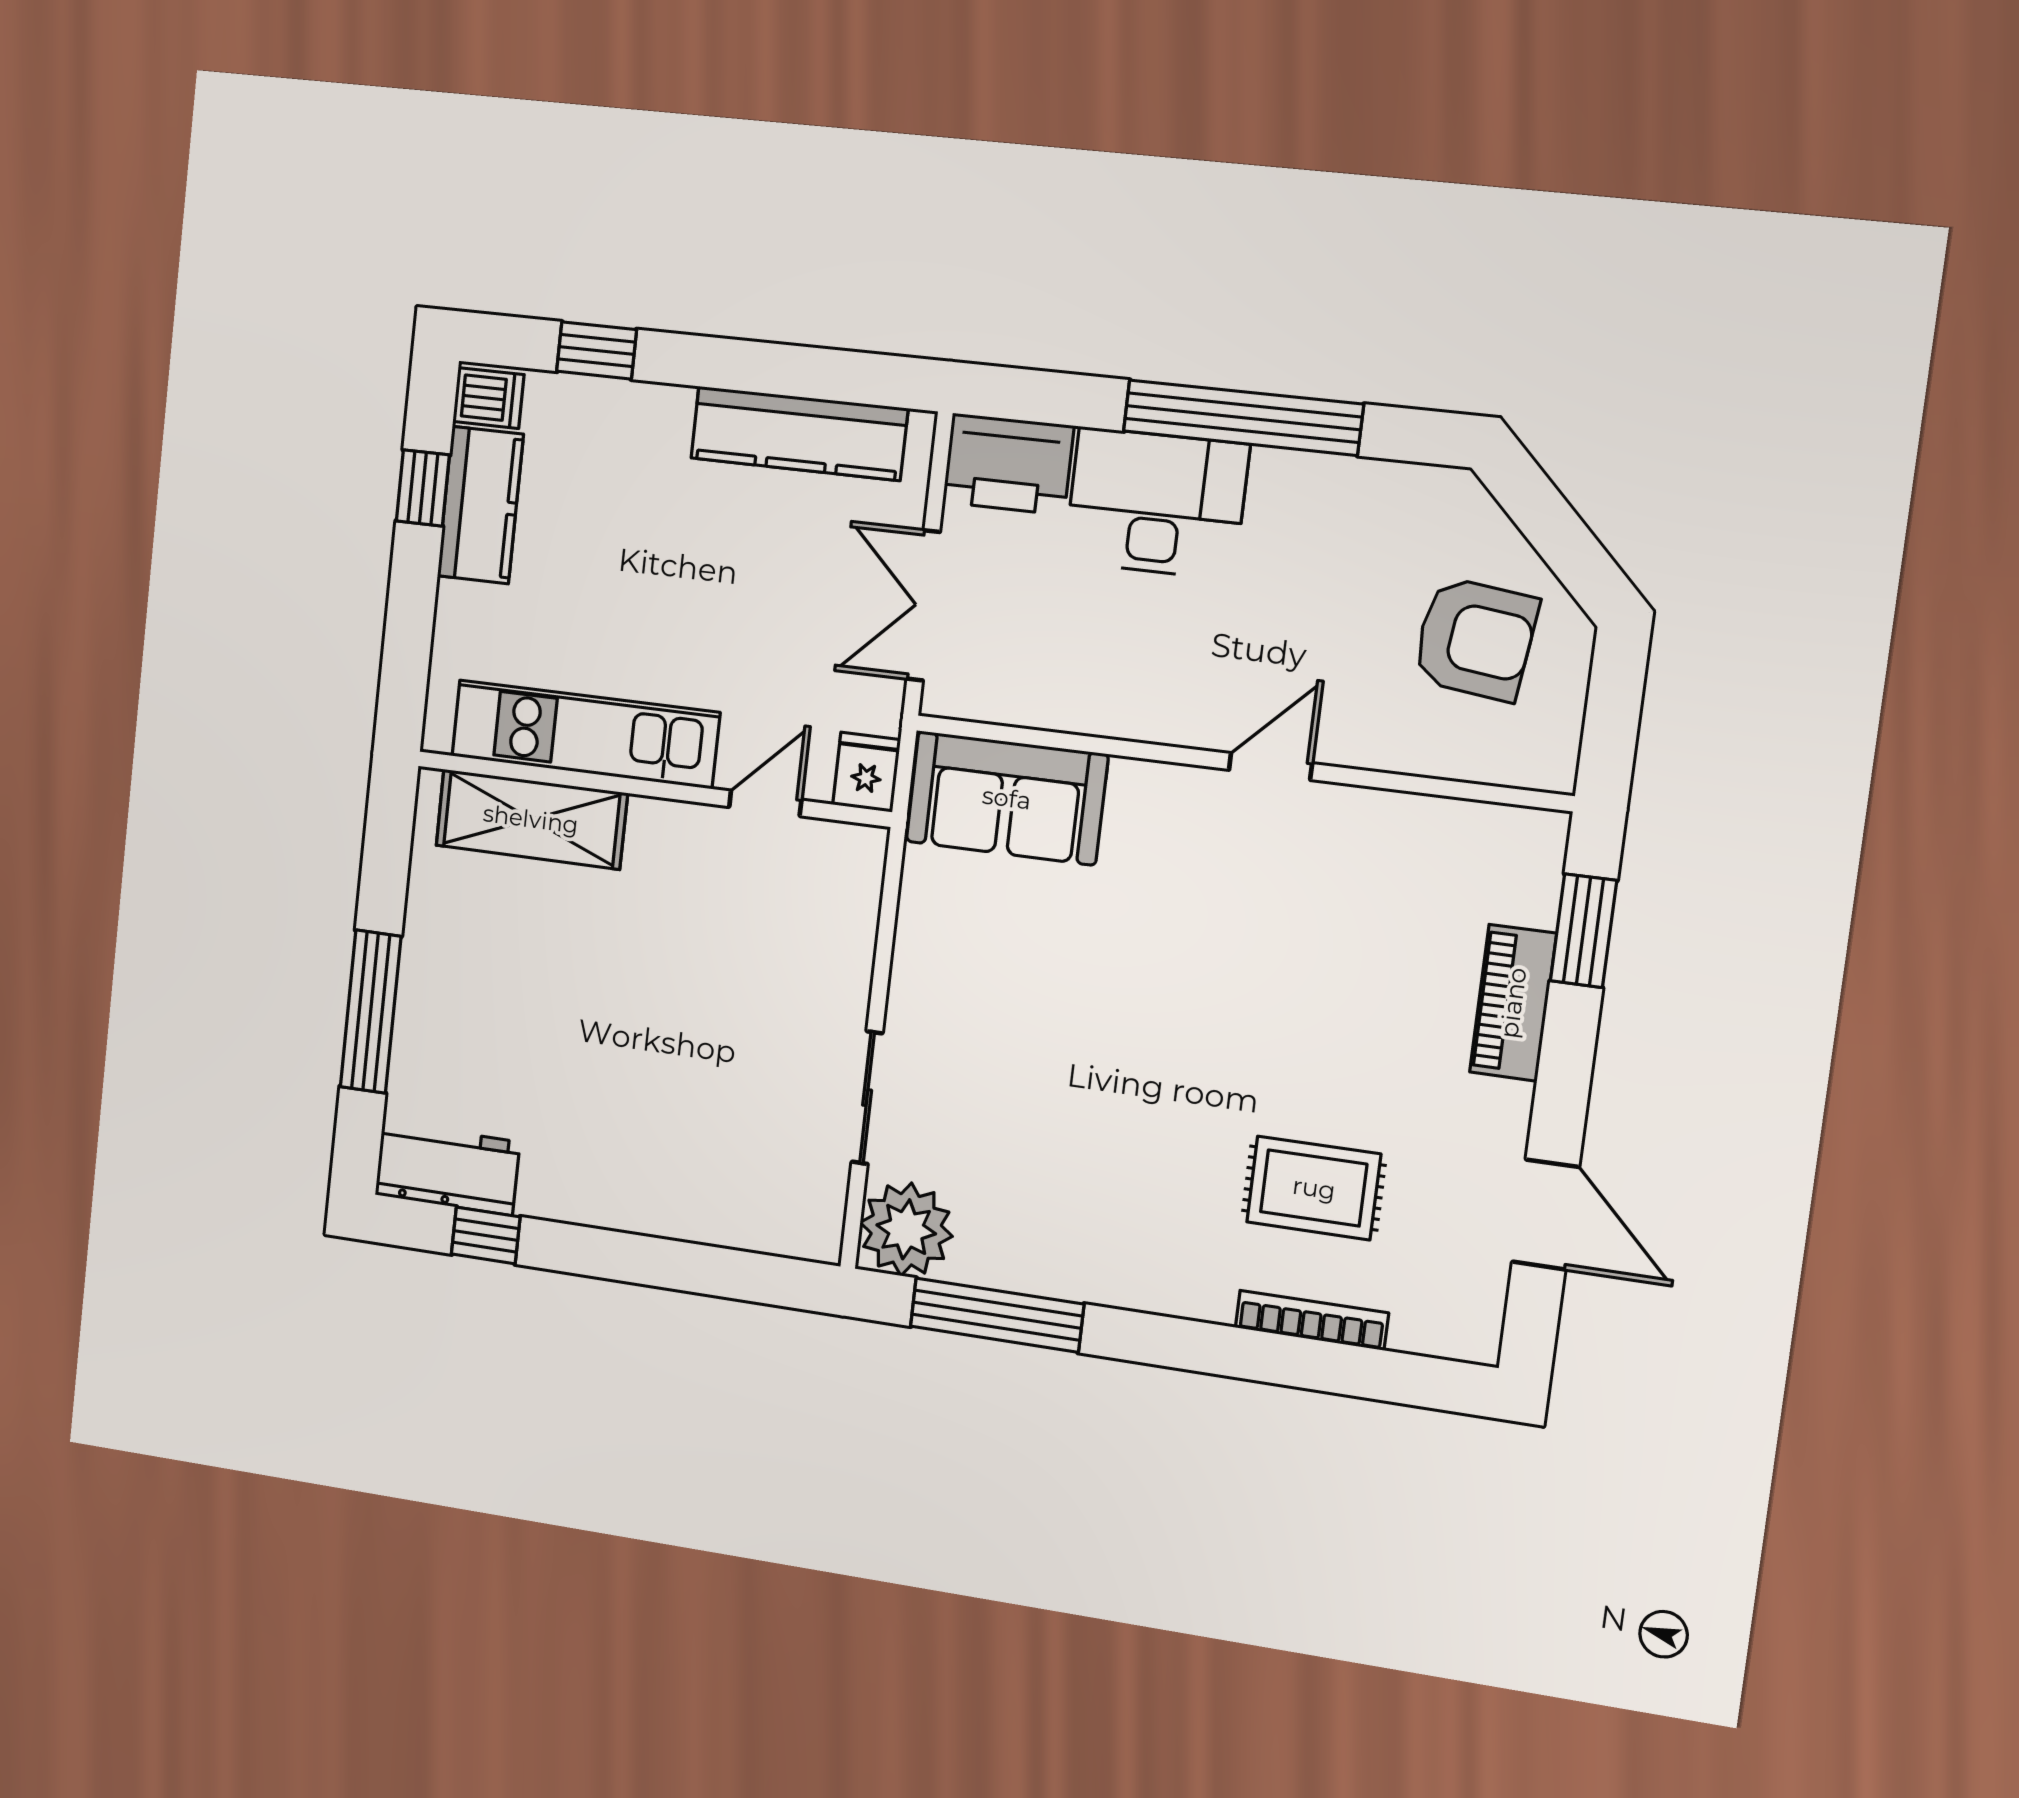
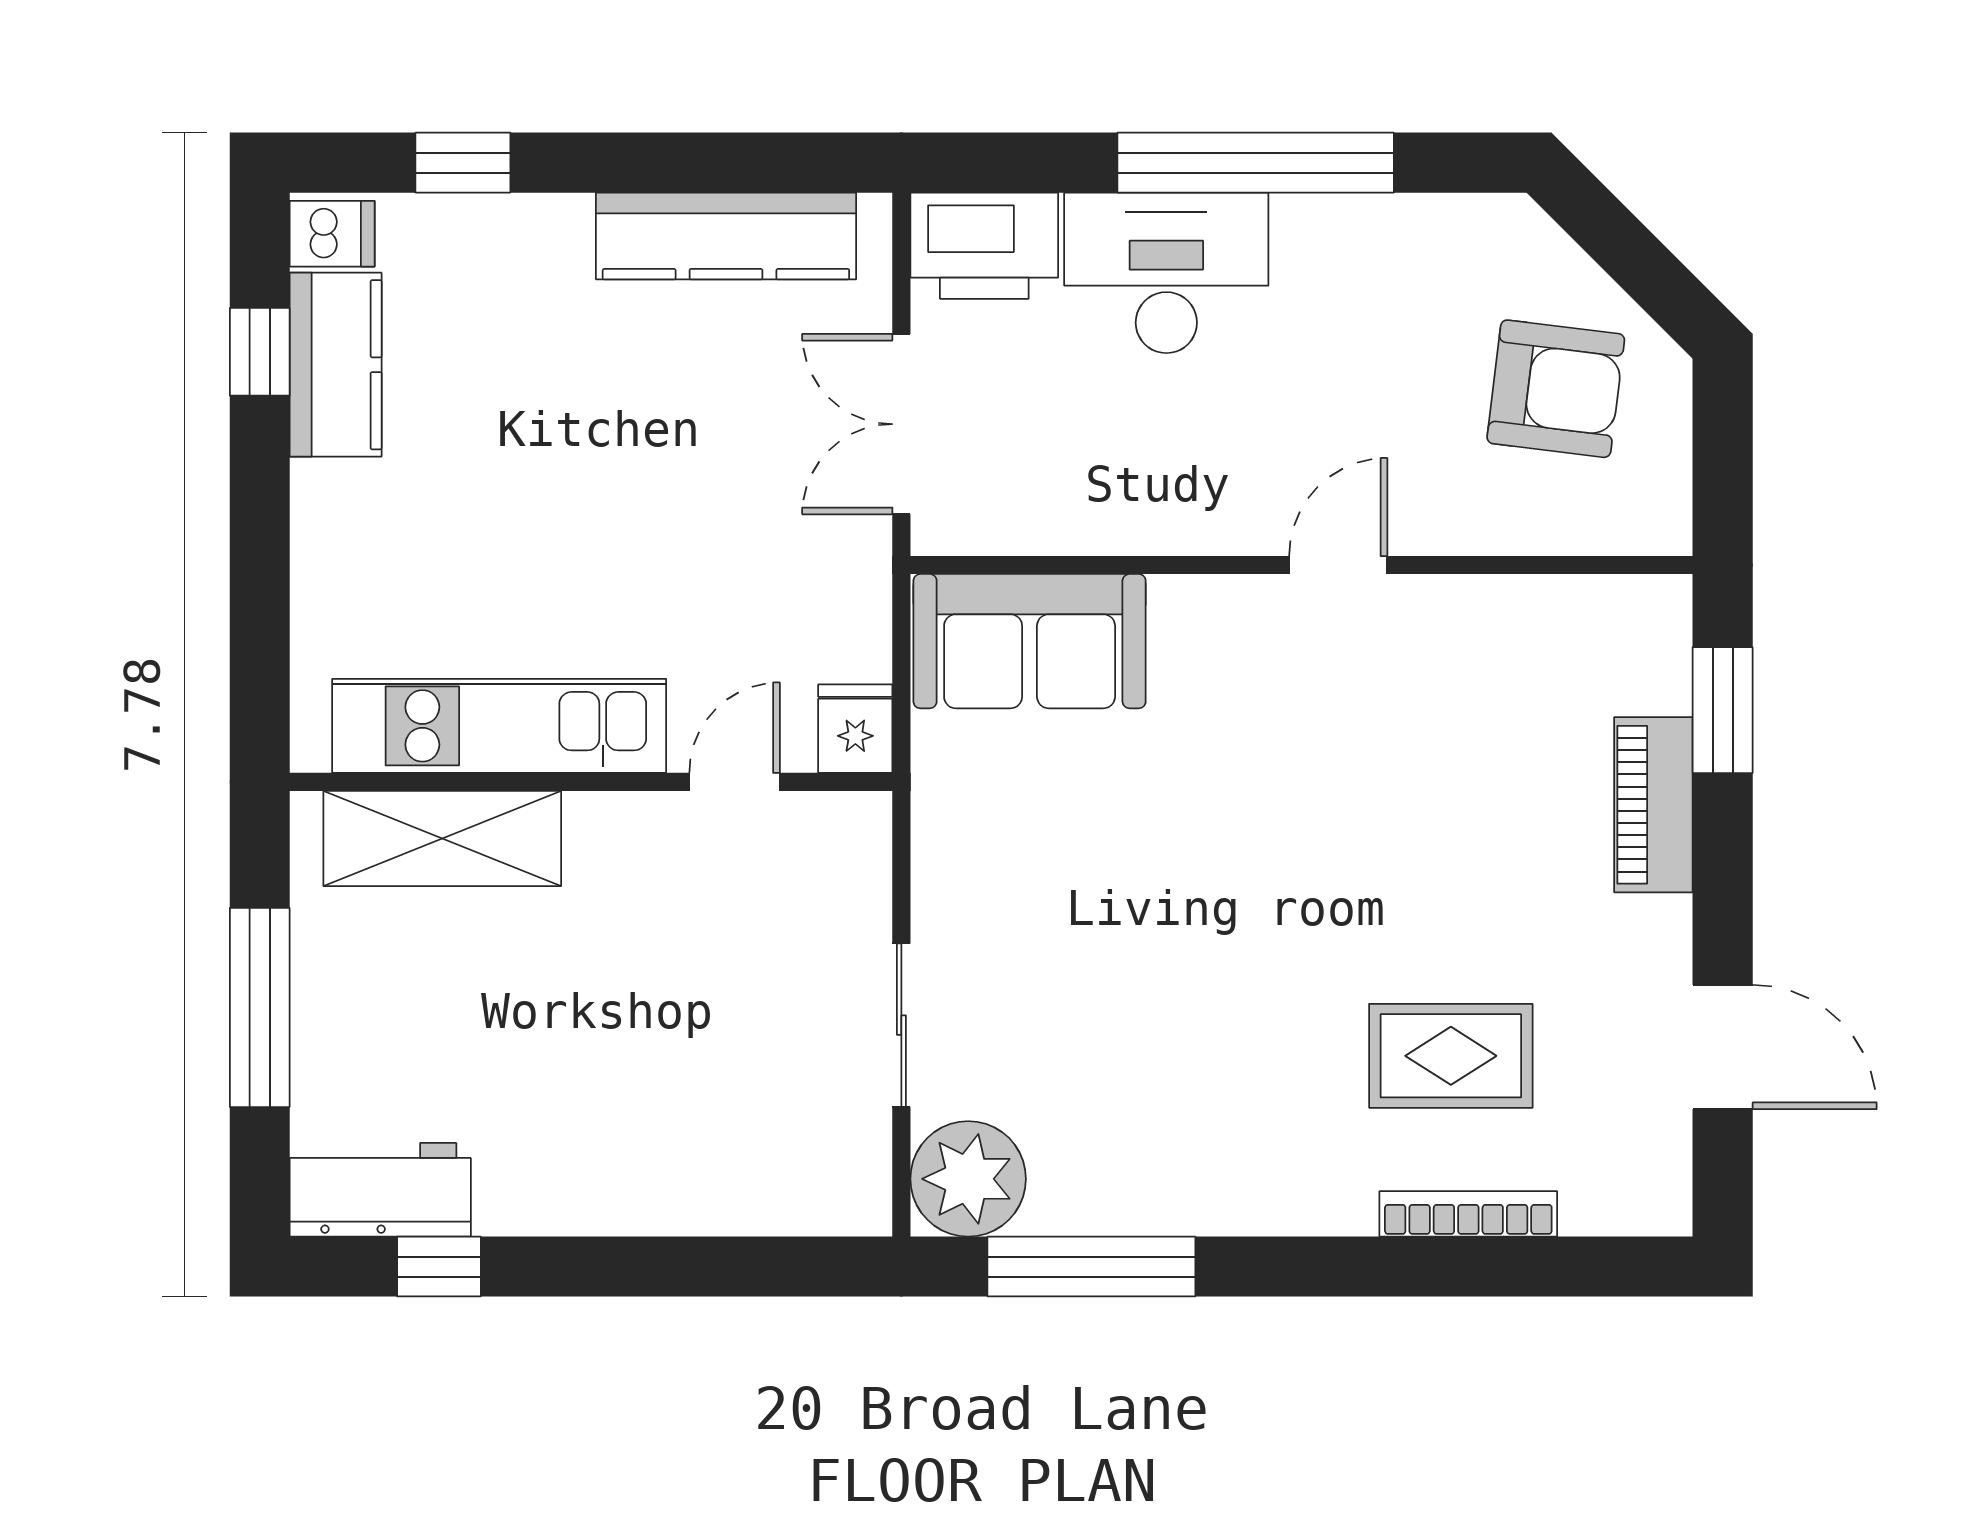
kitchen unit: (585, 734) -> (499, 726), moved
fridge: (867, 772) -> (855, 729), moved
wall: (652, 789) -> (591, 782), moved
door: (765, 803) -> (735, 782), moved
shelving: (531, 819) -> (442, 838), moved

